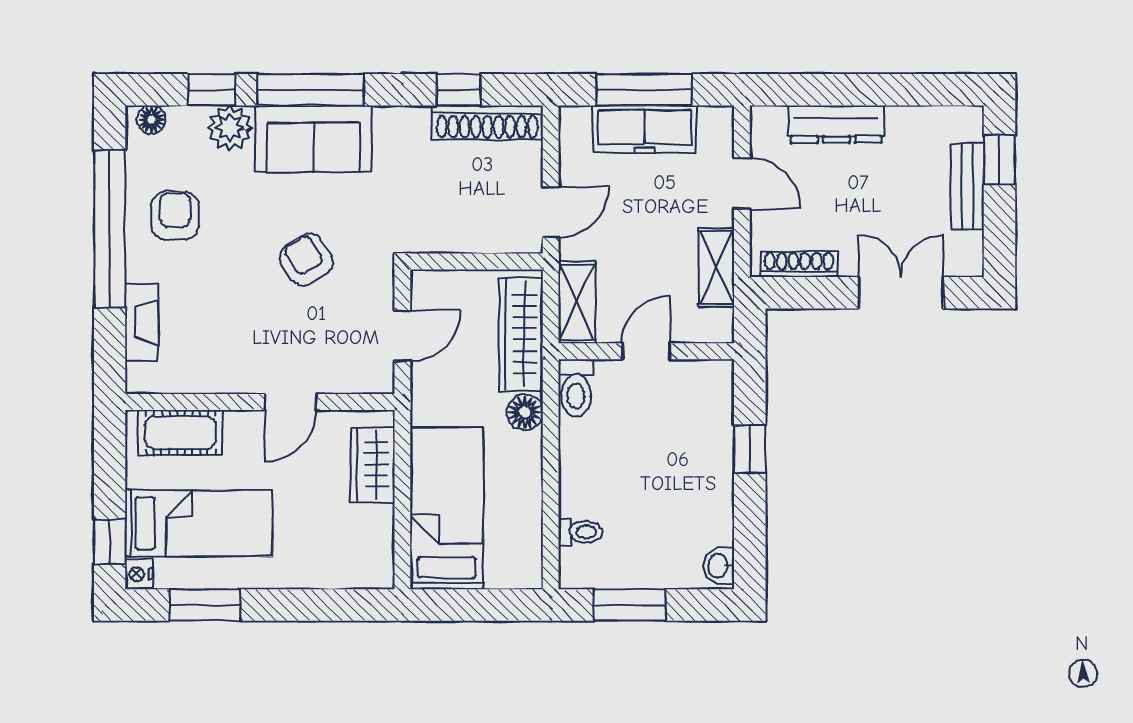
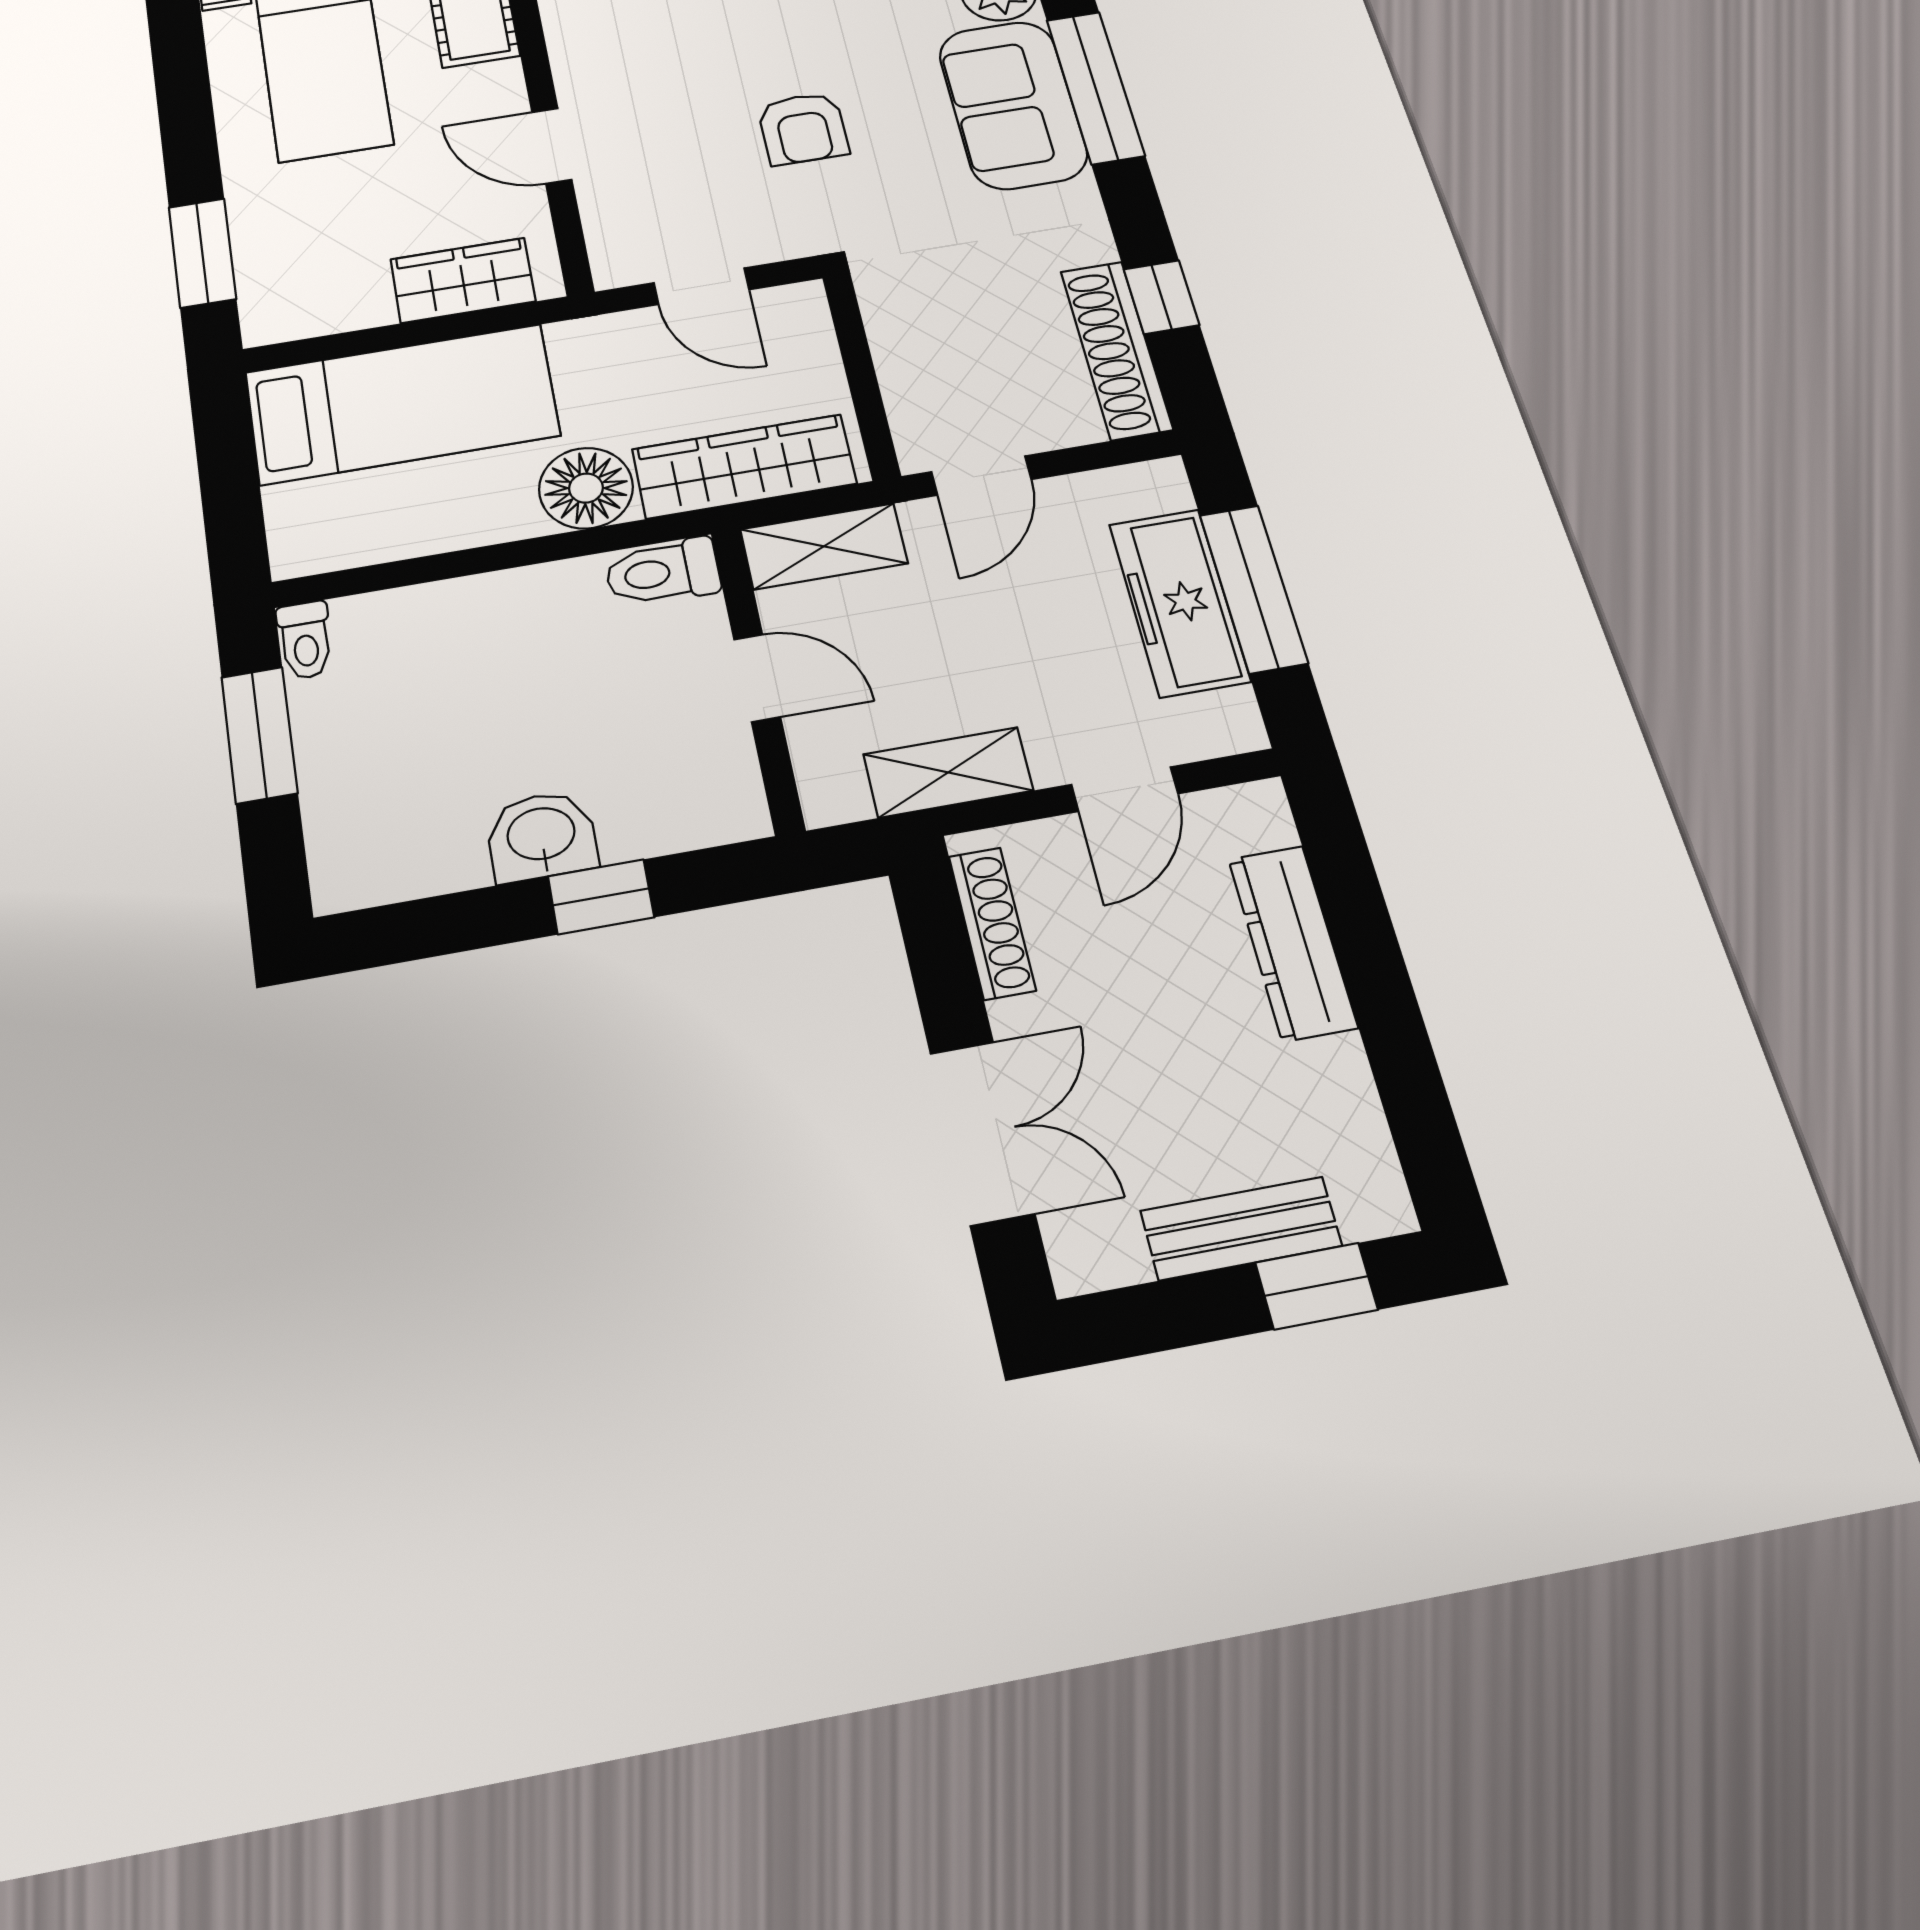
door: (551, 212) -> (981, 476), hinge flipped
armchair: (307, 260) -> (803, 128), turned 123
floor lamp: (525, 412) -> (586, 488), width x1.38, depth x1.38
toilet: (580, 532) -> (305, 640), moved
washbasin: (719, 566) -> (541, 836), moved, width x1.38, depth x1.45
window: (205, 605) -> (202, 253), moved

